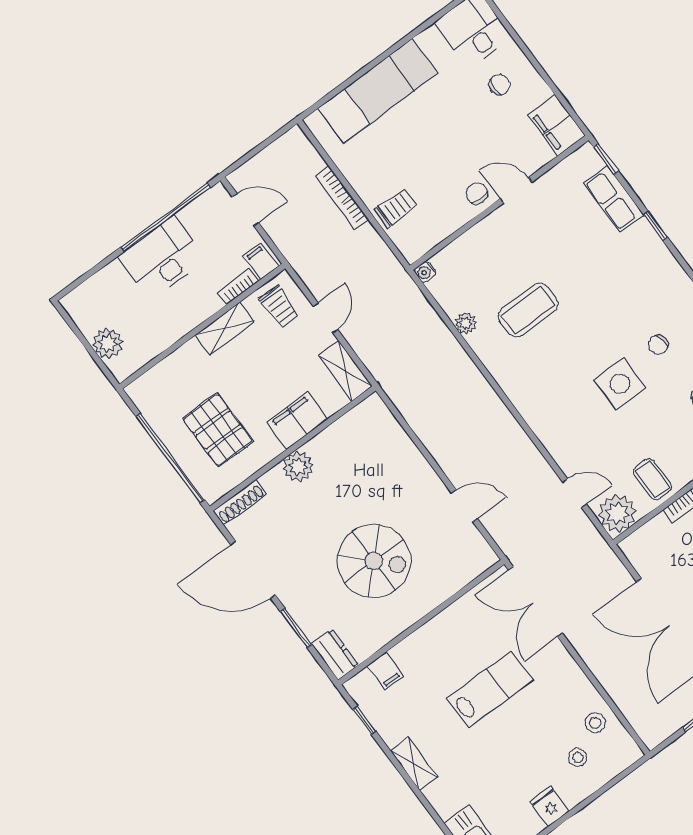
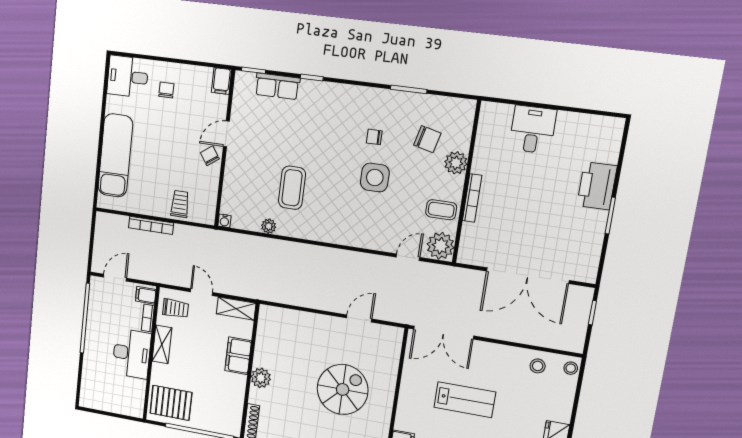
filing cabinet: (556, 125) -> (222, 81), width x0.50
chair: (477, 194) -> (210, 156), turned 55
desk: (162, 258) -> (132, 354), moved, turned 180
plant: (108, 343) -> (119, 404), removed
chair: (658, 344) -> (374, 137), turned 96
pallet: (218, 430) -> (171, 403), moved
lab bench: (490, 689) -> (465, 400), turned 90
stool: (578, 757) -> (571, 368), moved

